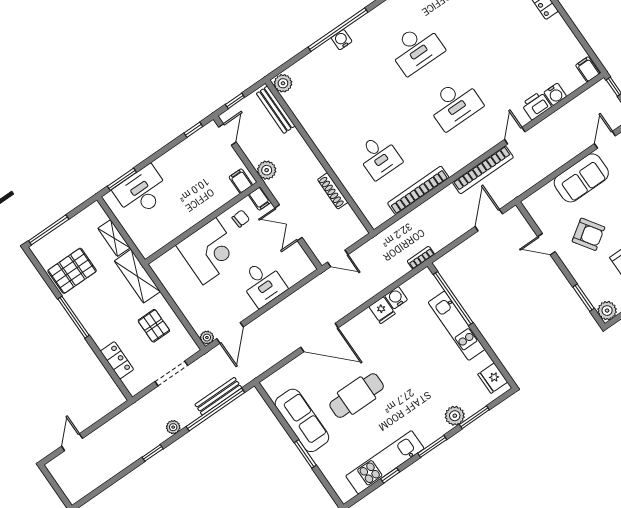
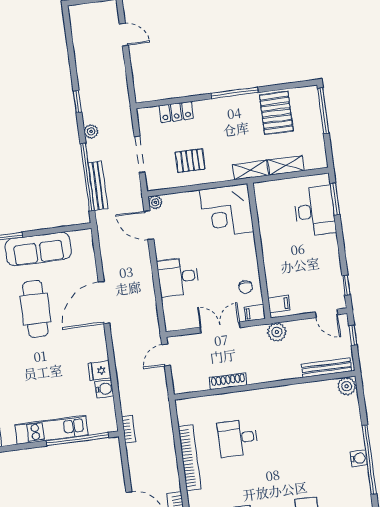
corner desk: (209, 251) -> (227, 211), moved
shelving: (137, 276) -> (251, 170), width x0.67, depth x0.75

